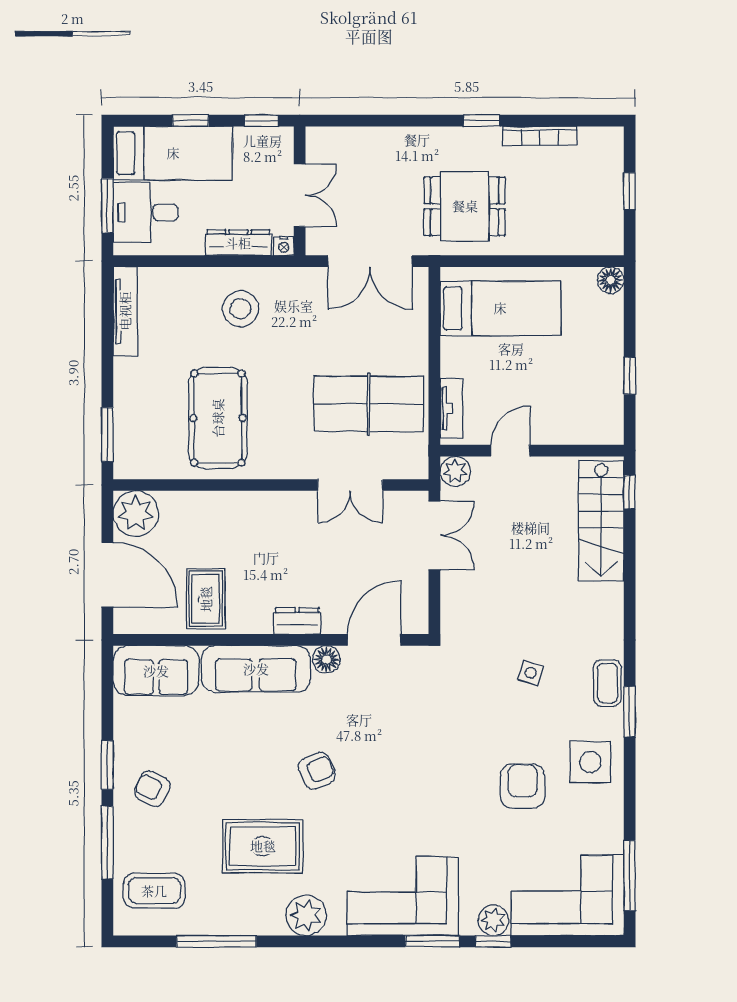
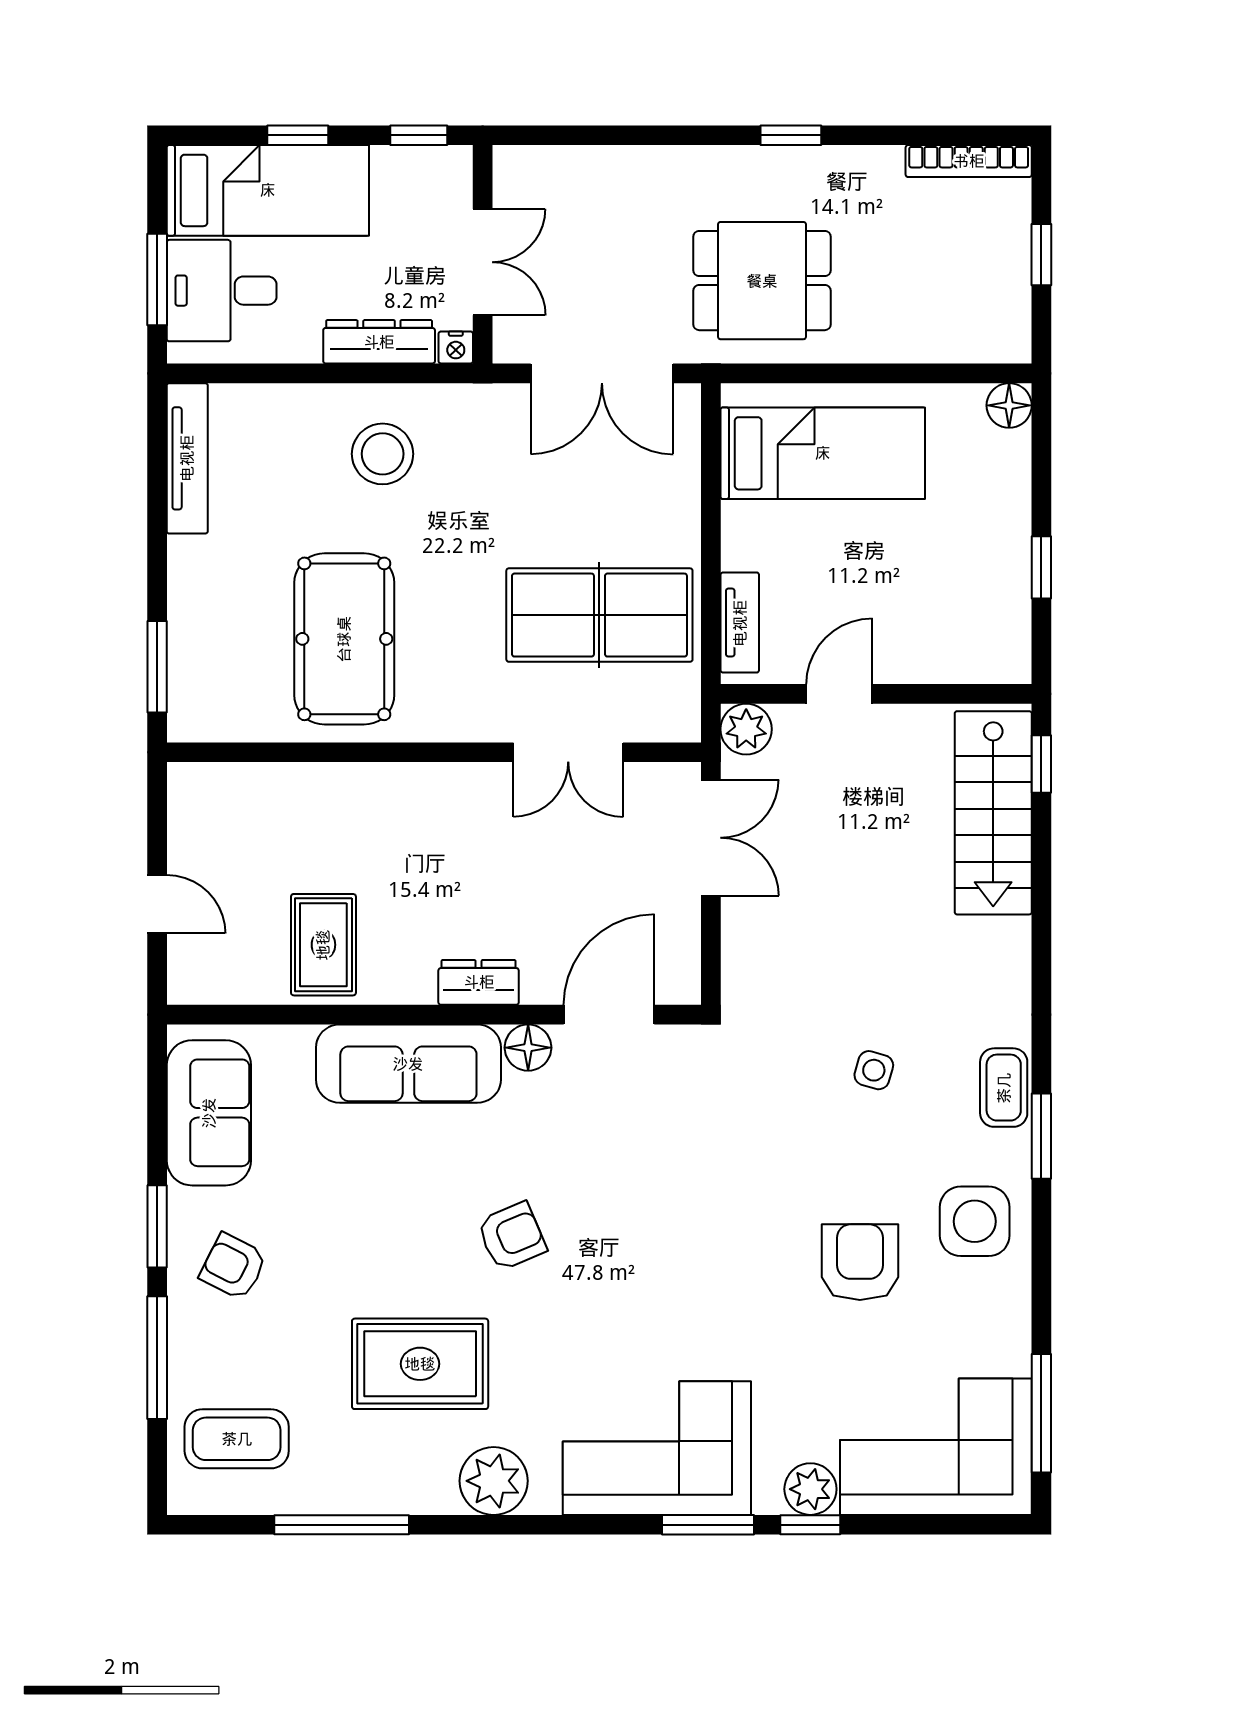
bookcase: (540, 136) -> (969, 161), moved
plant: (136, 514) -> (205, 801), removed
door: (107, 575) -> (157, 904), width x0.53
sofa: (156, 671) -> (209, 1113), moved, turned -90

